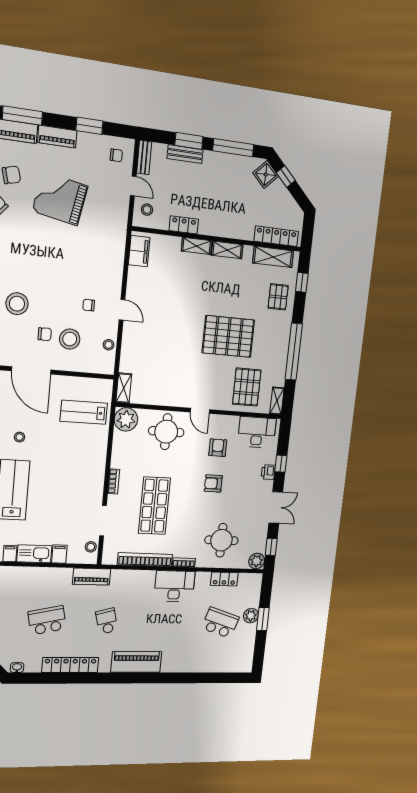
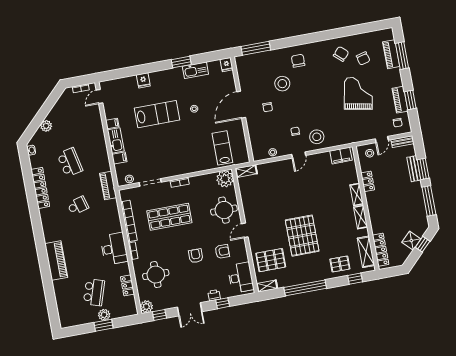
piano: (57, 137) -> (400, 100), moved
shower: (266, 174) -> (411, 241), moved
stool: (70, 339) -> (317, 137), moved
piano: (136, 662) -> (56, 260), moved

